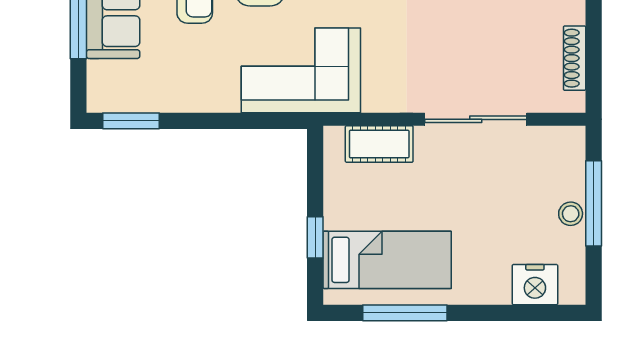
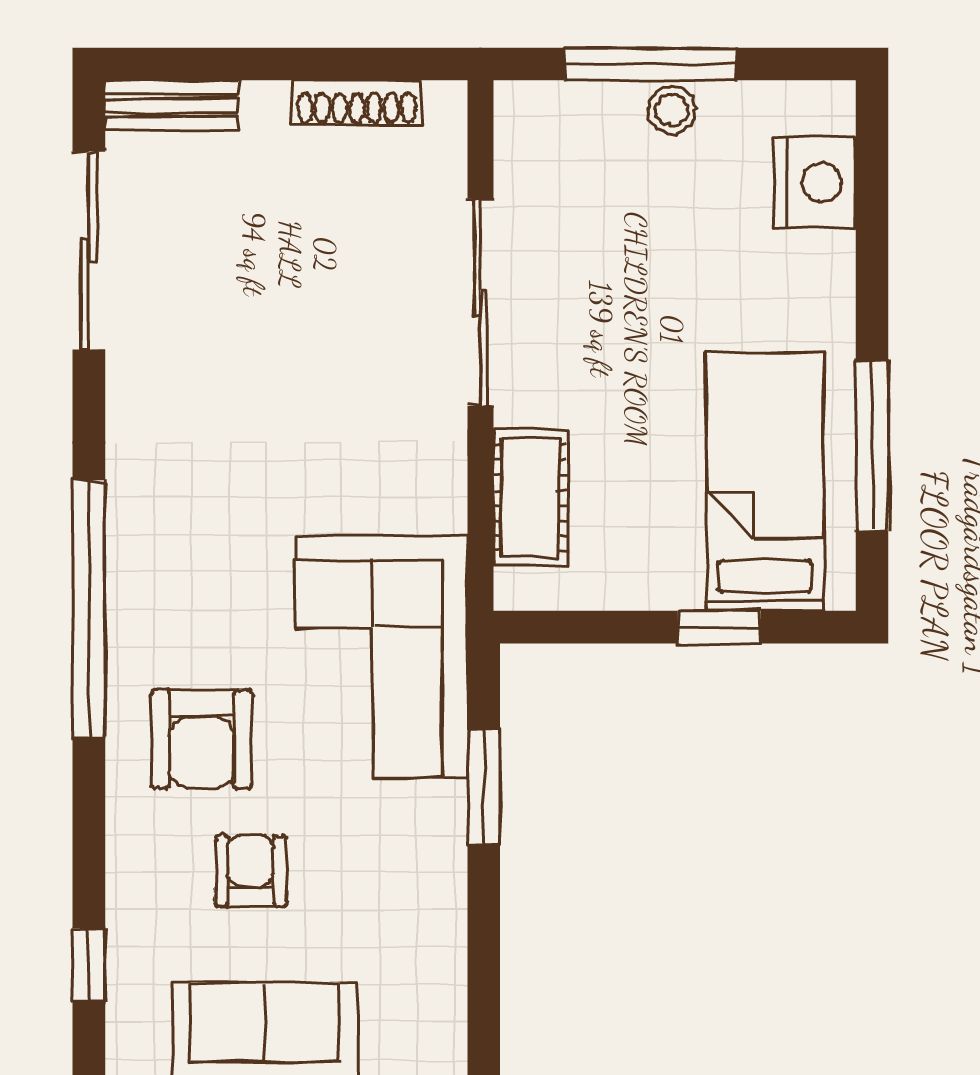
window: (131, 121) -> (484, 787), moved

